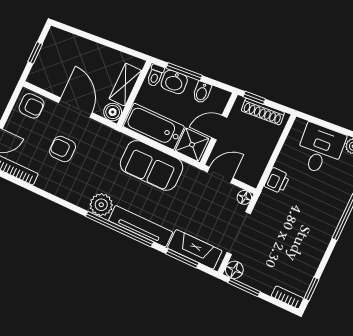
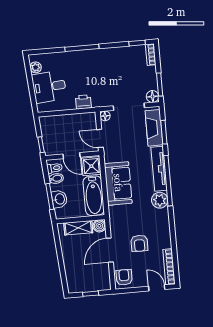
toilet: (155, 75) -> (55, 168), moved
shoe rack: (263, 112) -> (46, 135), removed

